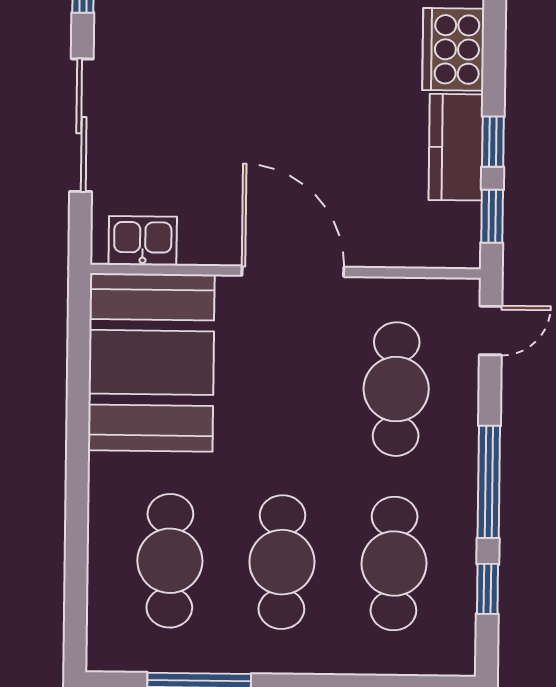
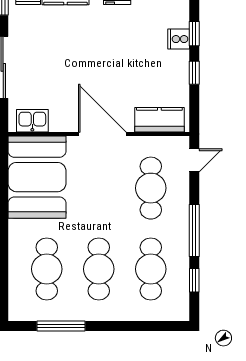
cooker: (453, 49) -> (179, 39), width x0.53, depth x0.76
kitchen counter: (456, 147) -> (159, 120), moved, turned 90
window: (492, 216) -> (194, 34), moved

